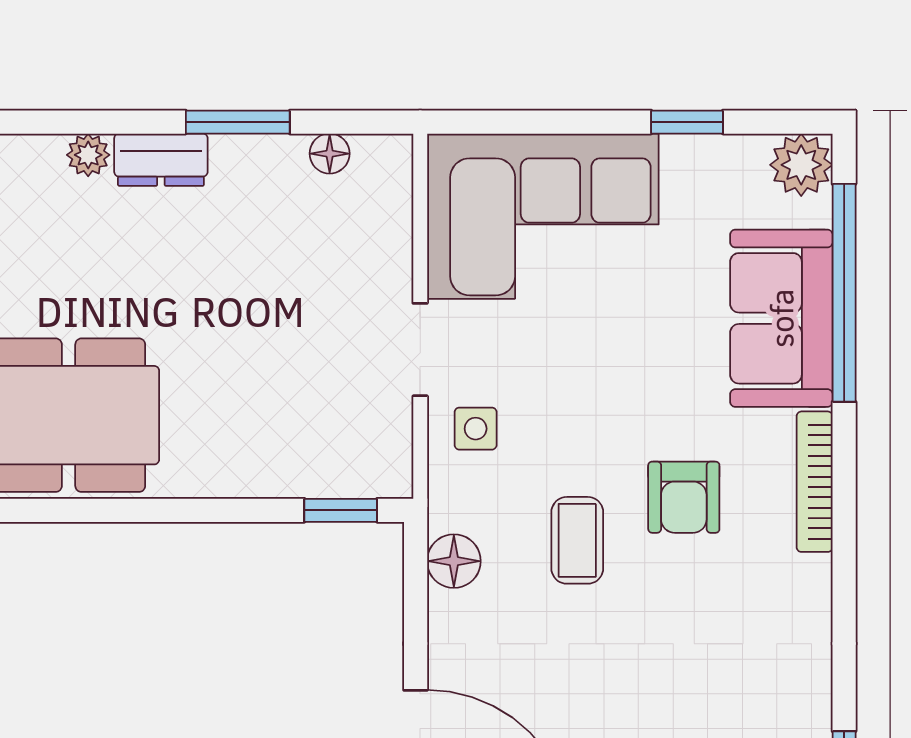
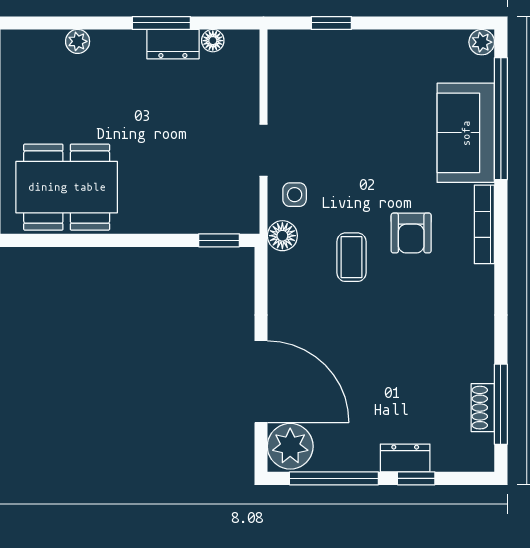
window: (687, 122) -> (331, 23), moved
dresser: (161, 160) -> (173, 44), moved
plant: (801, 165) -> (482, 42), width x0.73, depth x0.73
corner sofa: (543, 216) -> (332, 76), removed
floor lamp: (454, 561) -> (282, 236), moved

